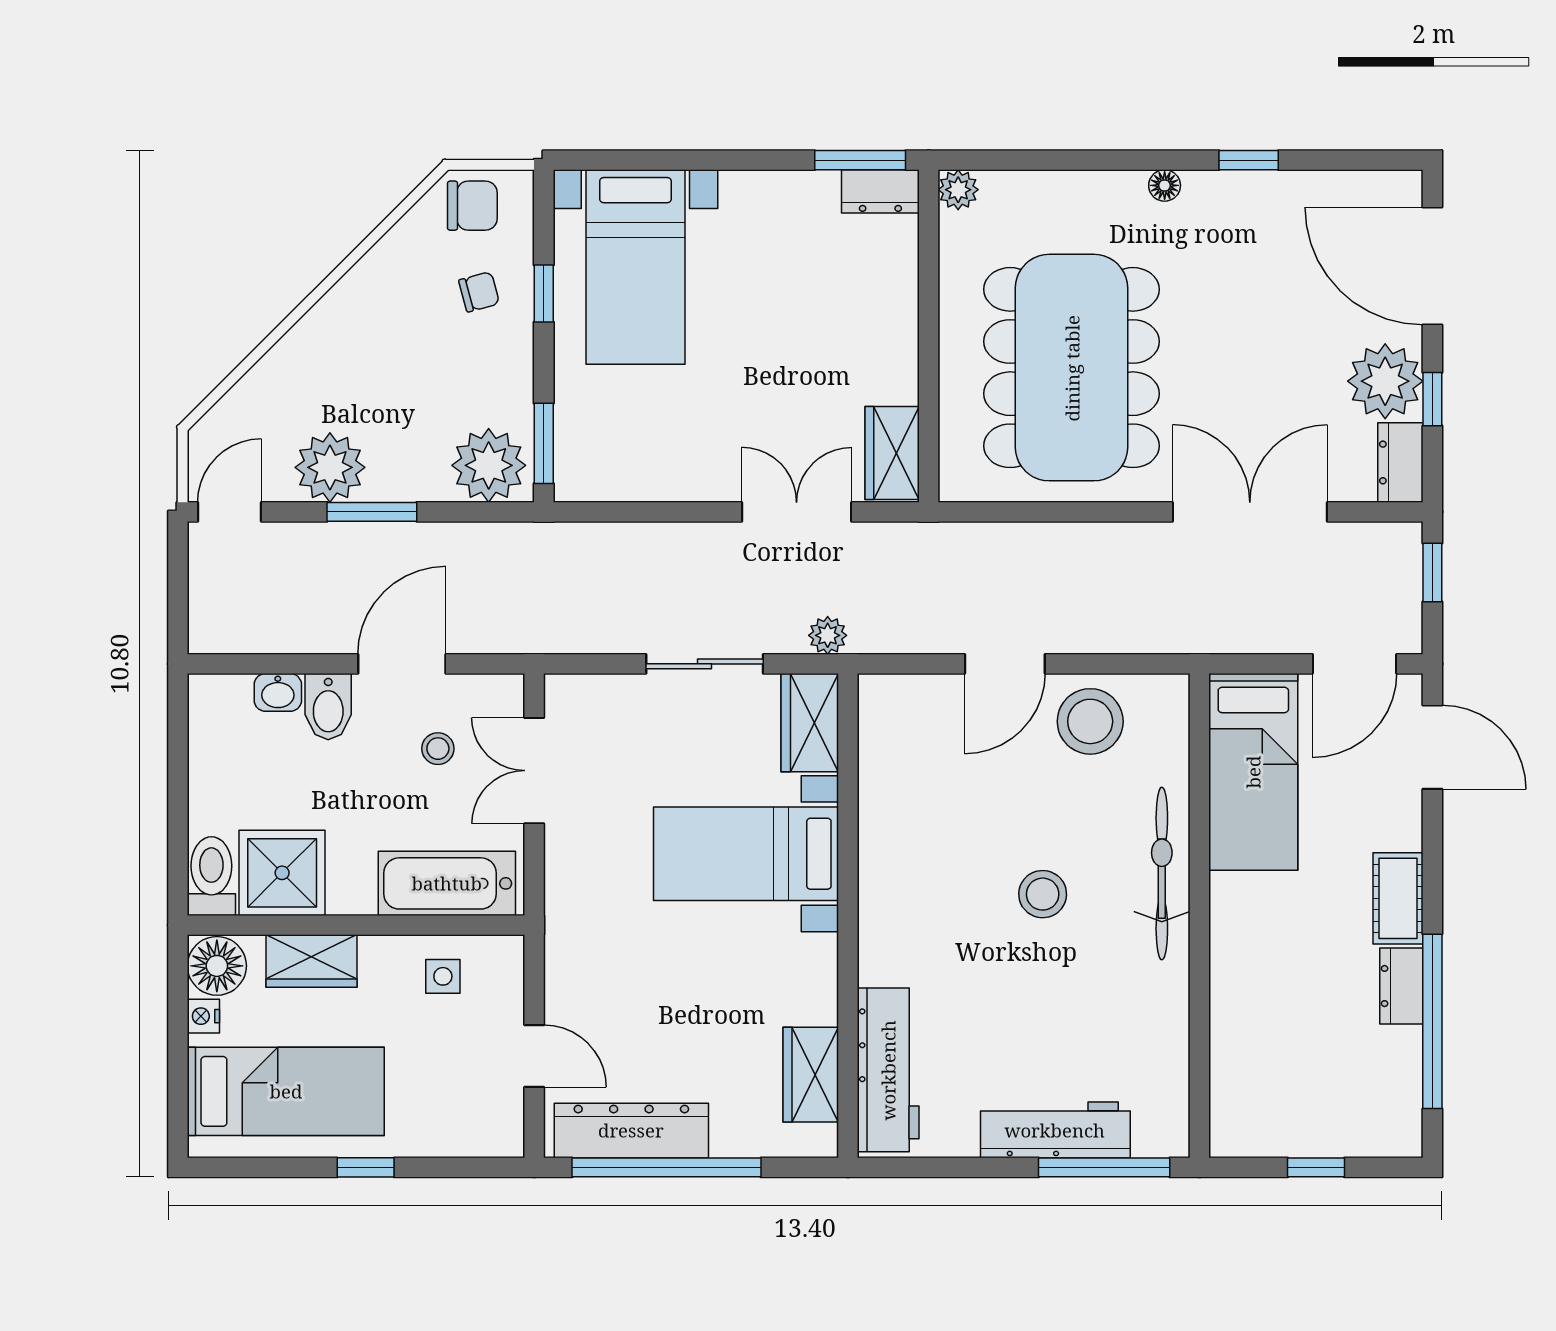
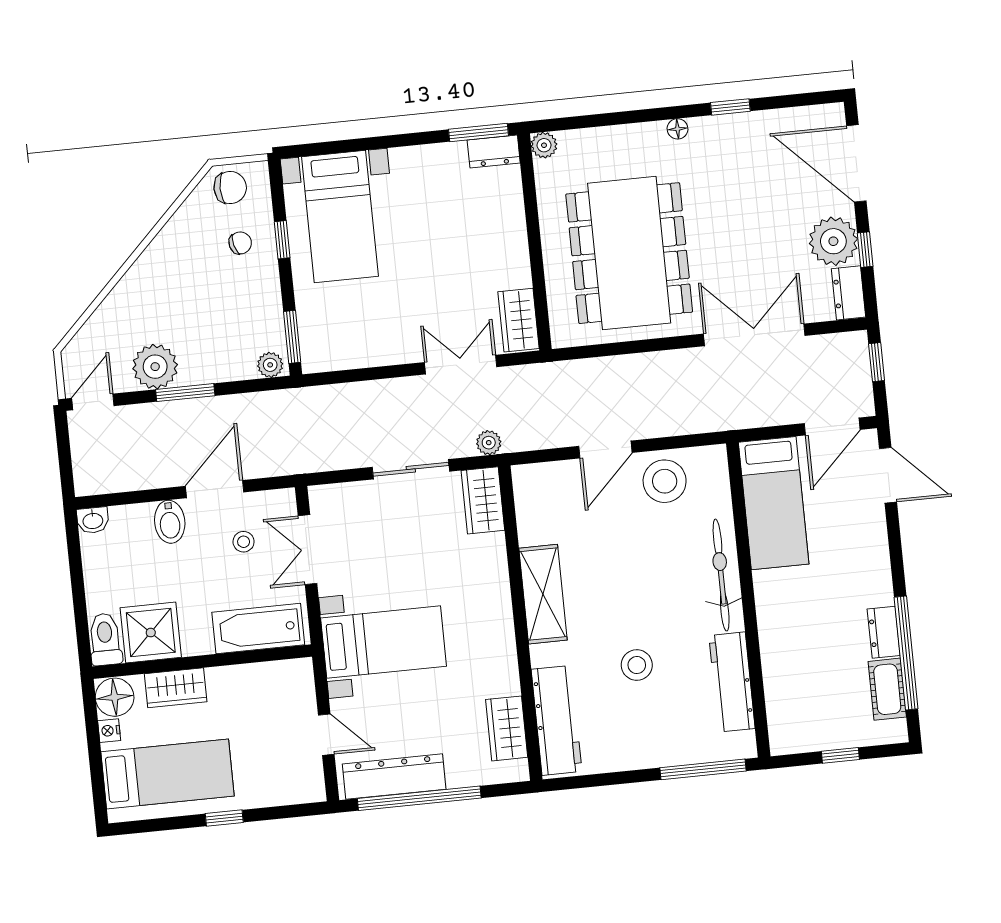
plant: (489, 465) -> (270, 365), width x0.53, depth x0.53
washbasin: (278, 692) -> (93, 520), moved
bed with nightstands: (746, 854) -> (384, 642), moved, turned 180
shelving: (887, 875) -> (543, 594), added
stool: (1043, 894) -> (637, 665), moved
cot: (1398, 898) -> (887, 689), moved
side table: (443, 976) -> (262, 689), removed
workbench: (1055, 1130) -> (732, 682), moved, turned -90

